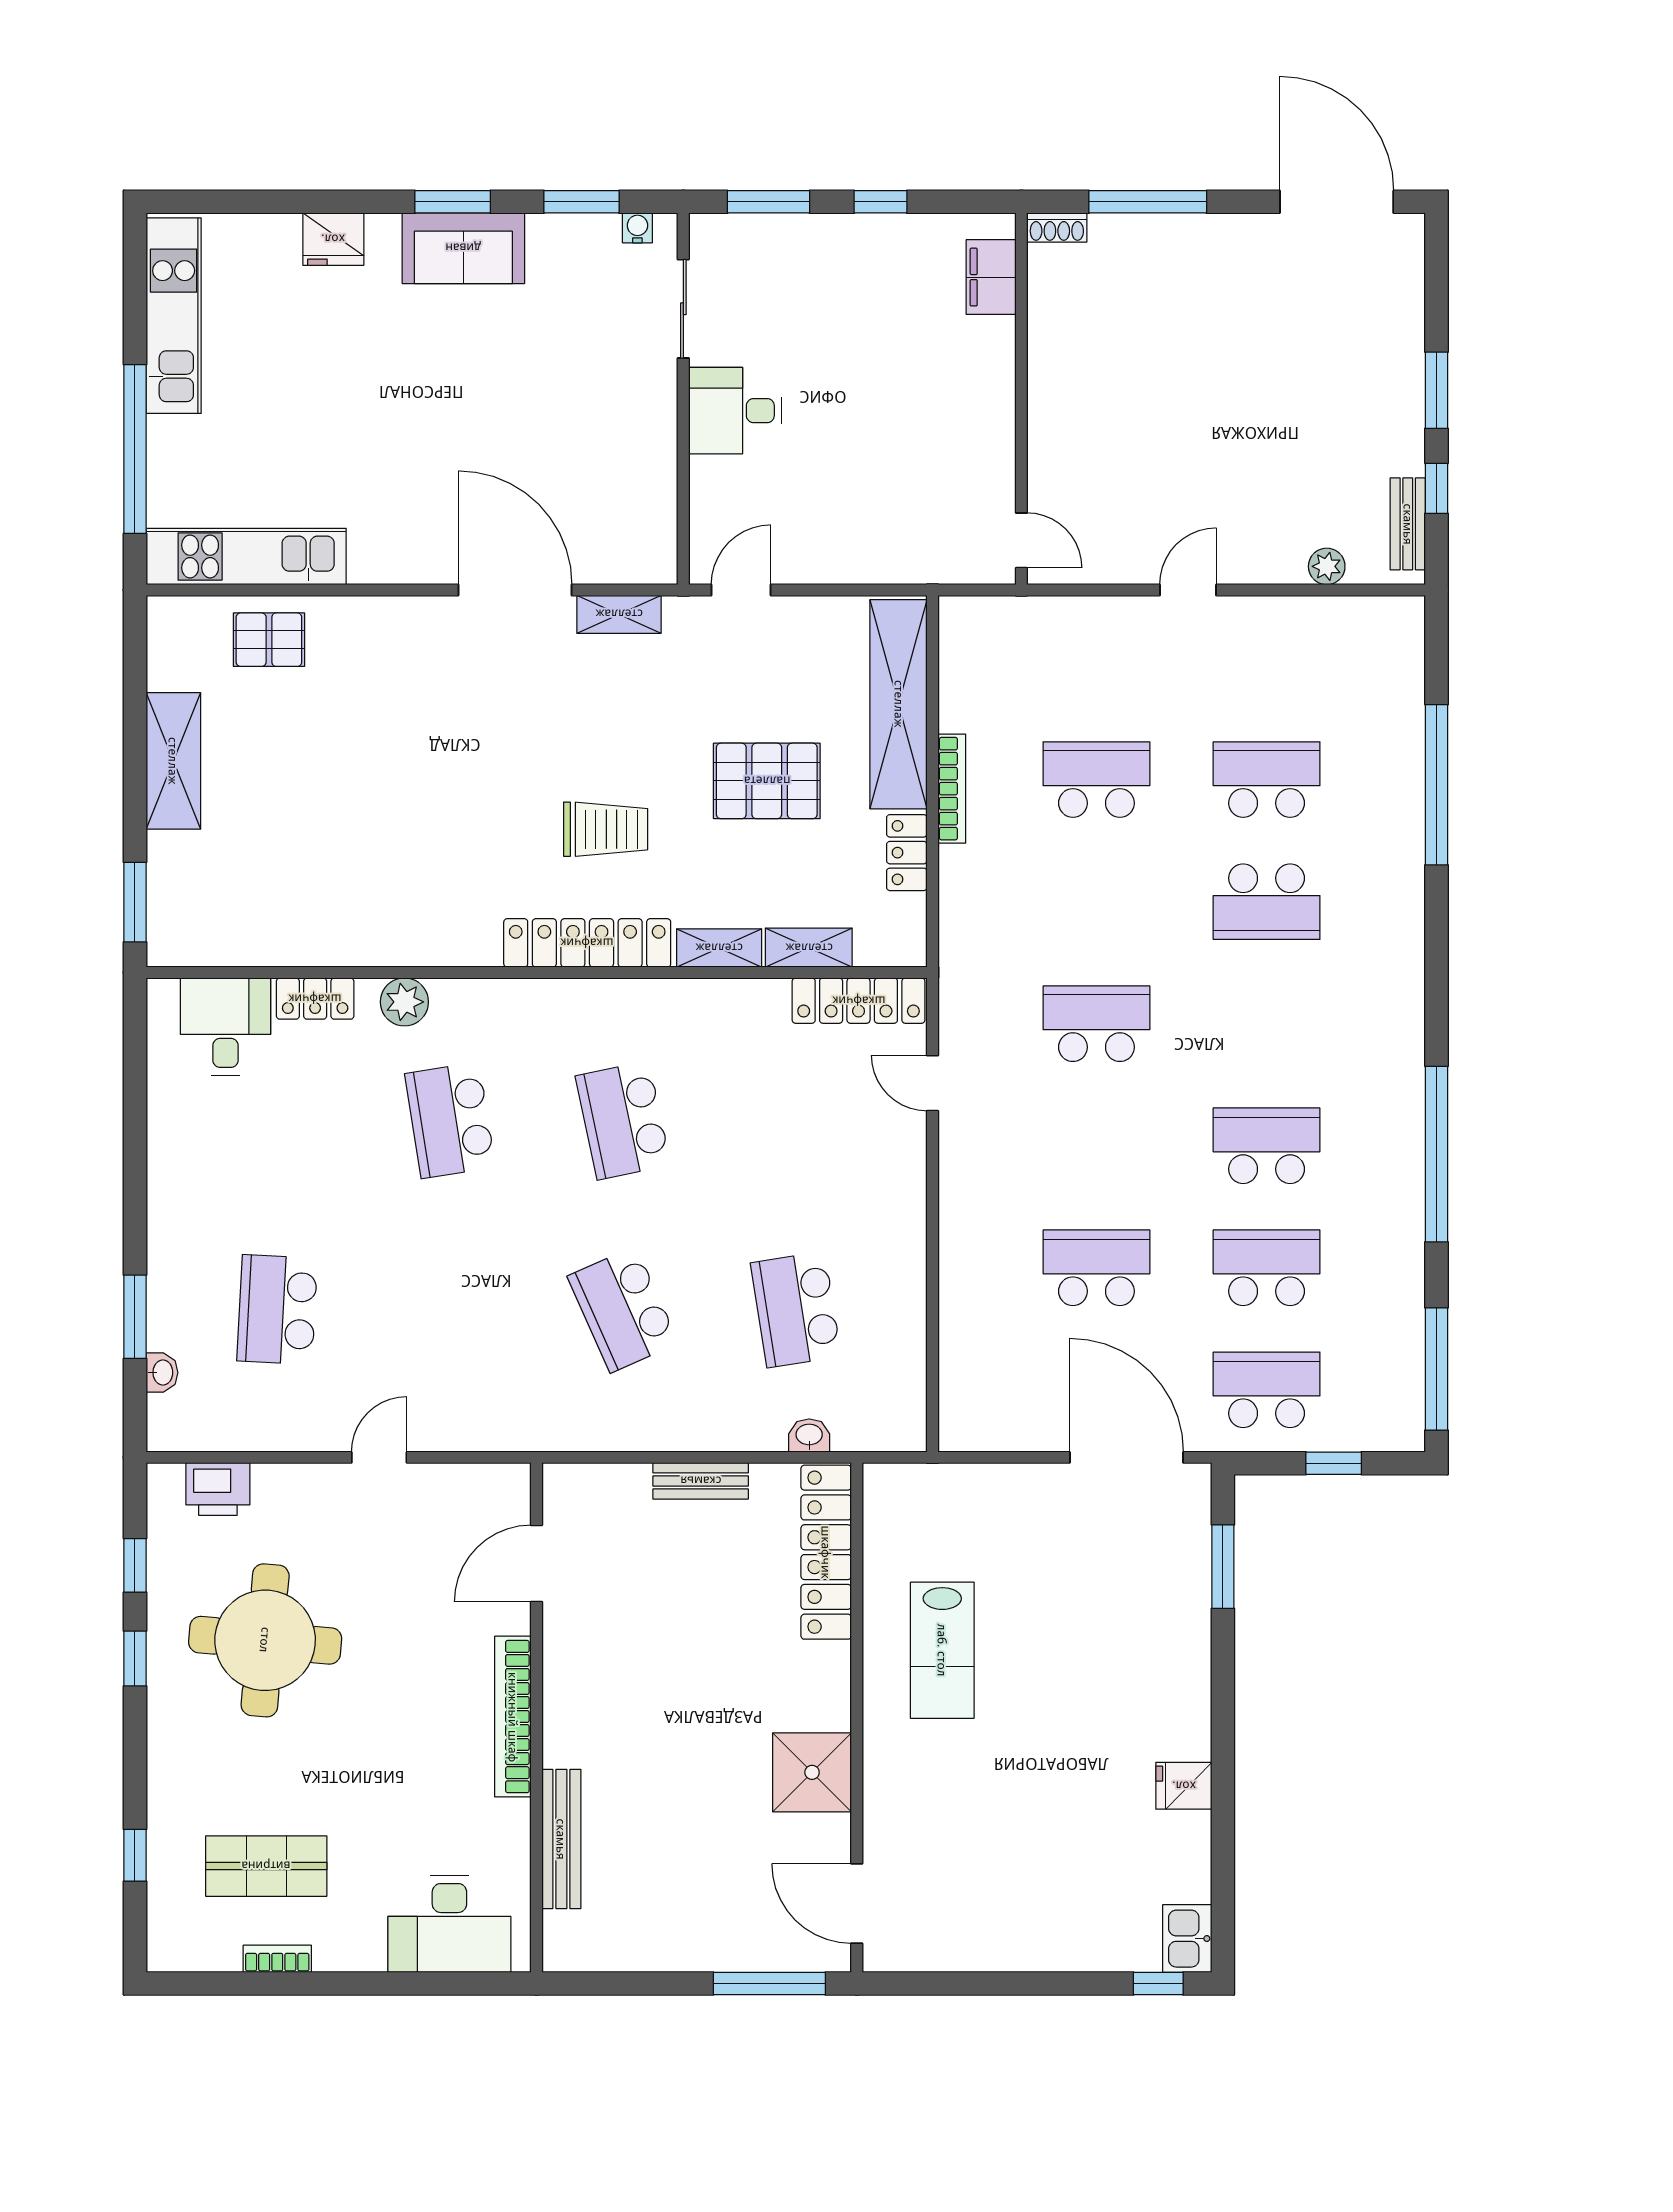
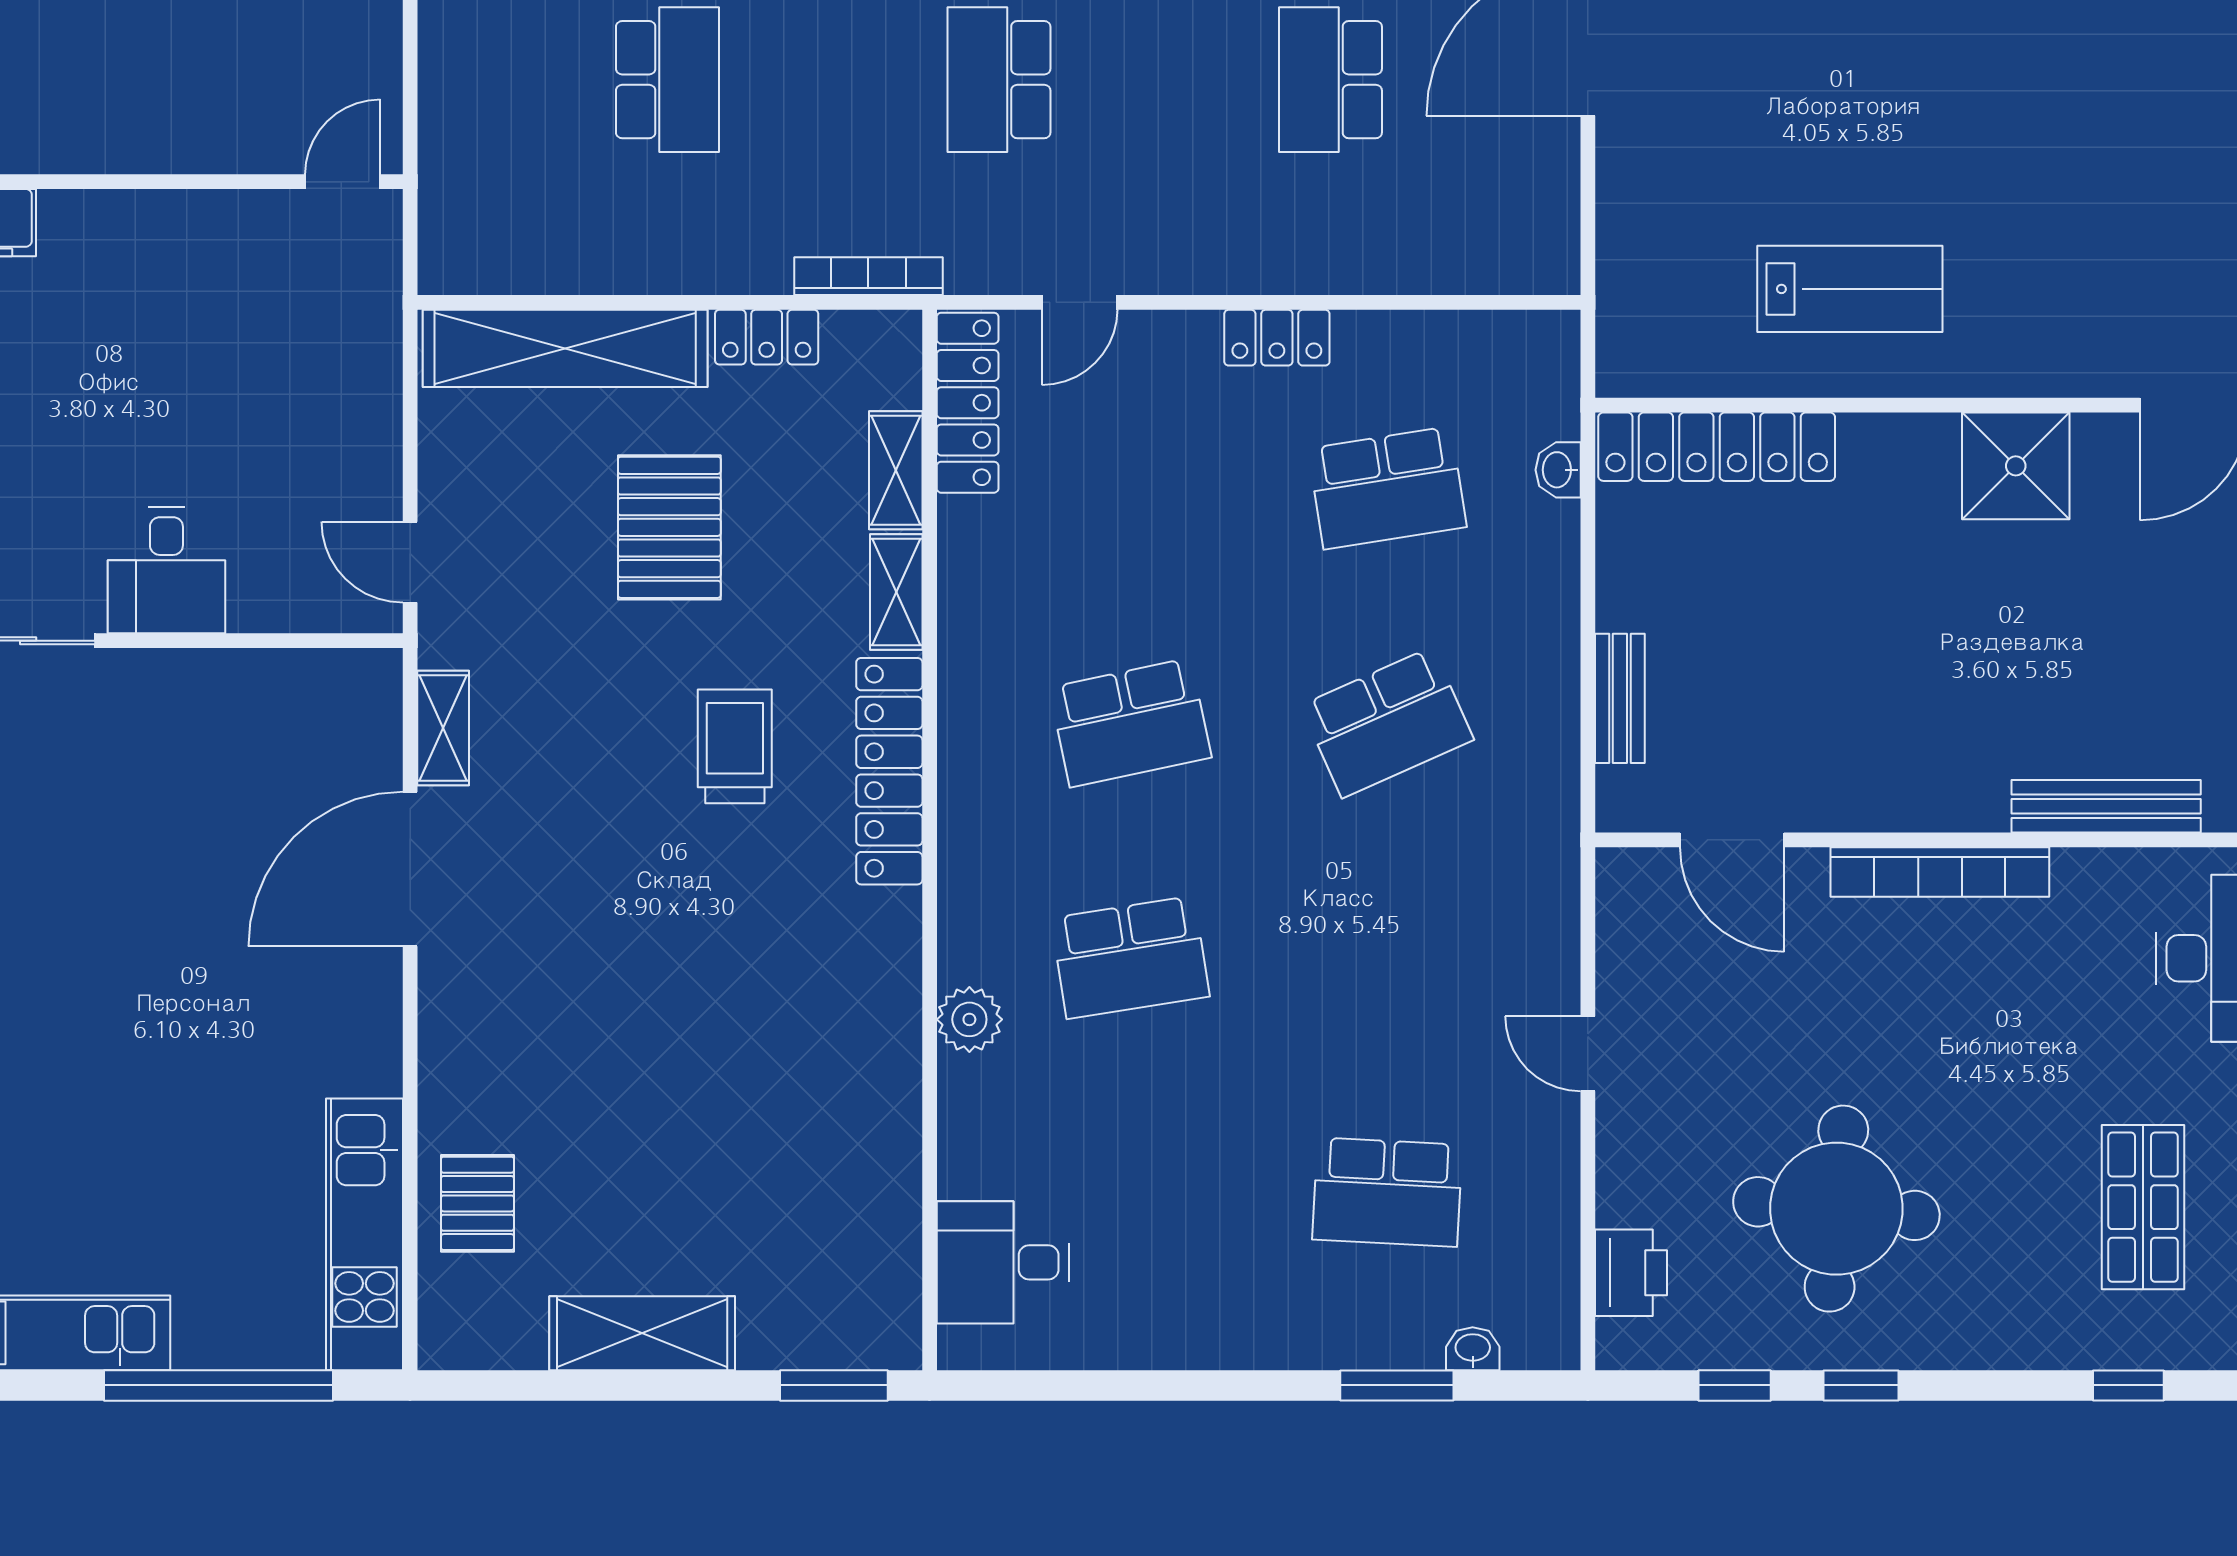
school desk: (1096, 780) -> (667, 80), turned 180
bookcase: (952, 789) -> (868, 276), moved
locker: (315, 999) -> (1277, 338), moved, turned 90
bench: (701, 1481) -> (1620, 698), moved

